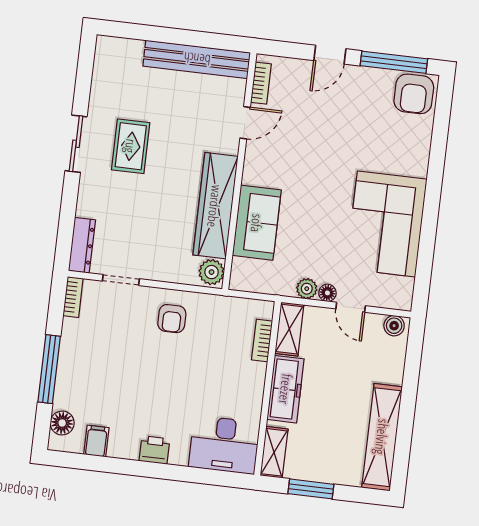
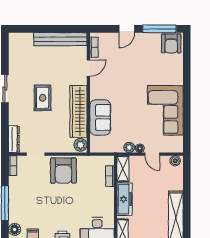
rug: (131, 146) -> (43, 98), moved
armchair: (172, 319) -> (63, 171), width x1.88, depth x1.88

